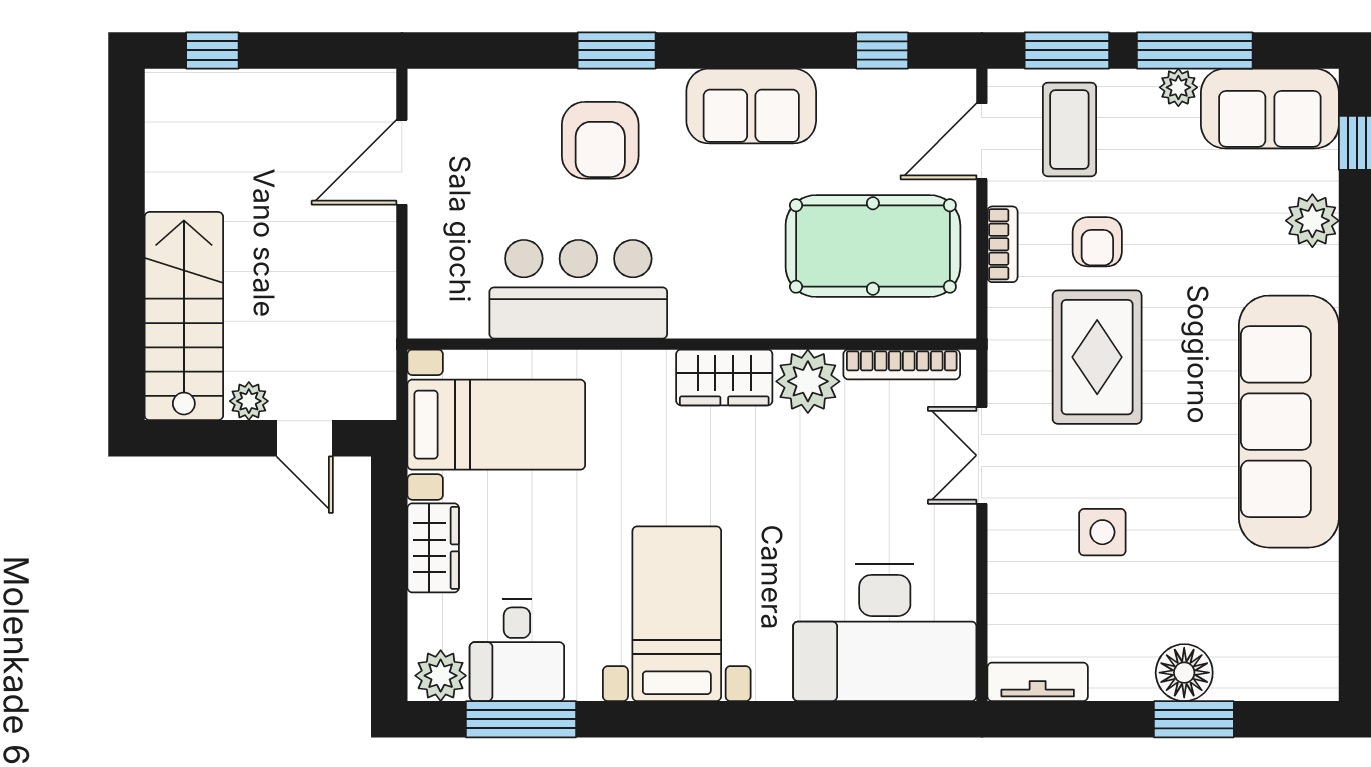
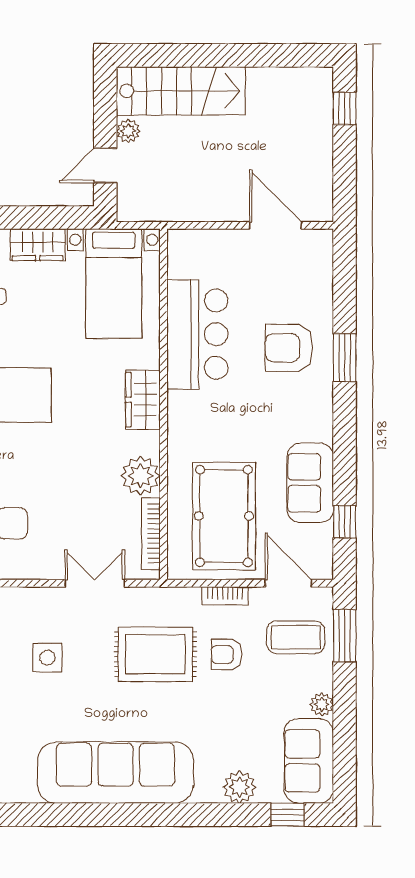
window: (1195, 50) -> (345, 715), removed
sofa: (751, 106) -> (310, 483), moved
wardrobe: (724, 377) -> (143, 400), moved

